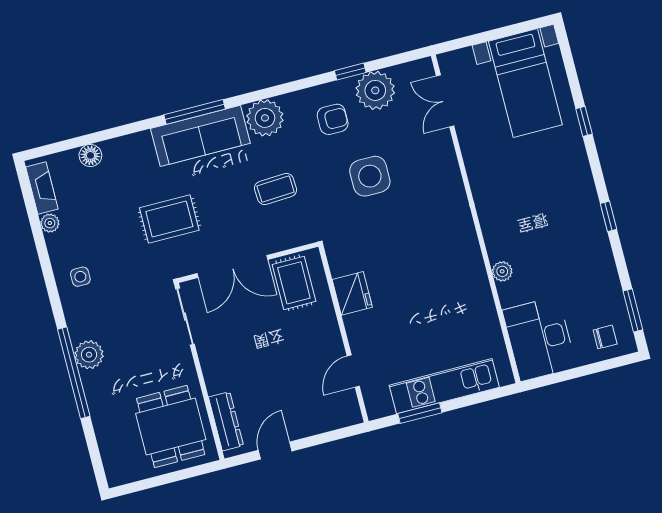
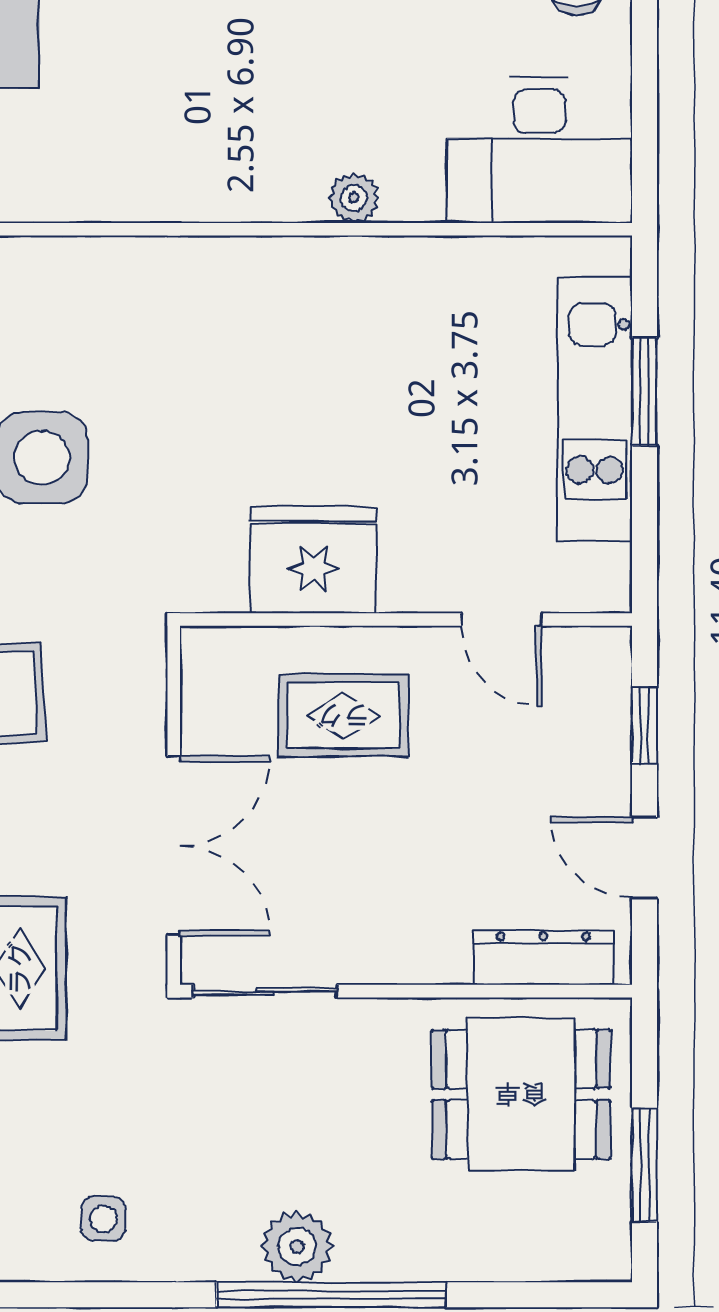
rug: (294, 283) -> (343, 715), moved
fridge: (352, 293) -> (313, 560), width x1.36, depth x1.34
window: (420, 413) -> (645, 392), moved
window: (326, 437) -> (645, 725), added
window: (156, 481) -> (645, 1165), added

